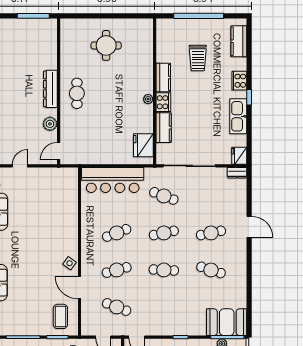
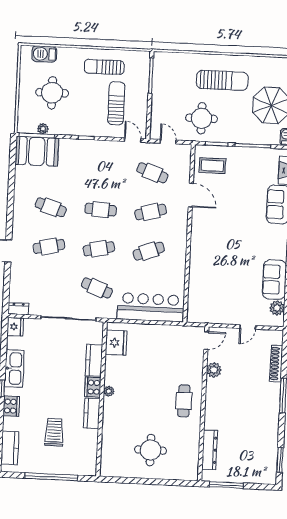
dresser: (50, 89) -> (210, 450), moved
side table: (70, 263) -> (200, 221), removed
coffee table: (60, 316) -> (212, 166), turned 90

